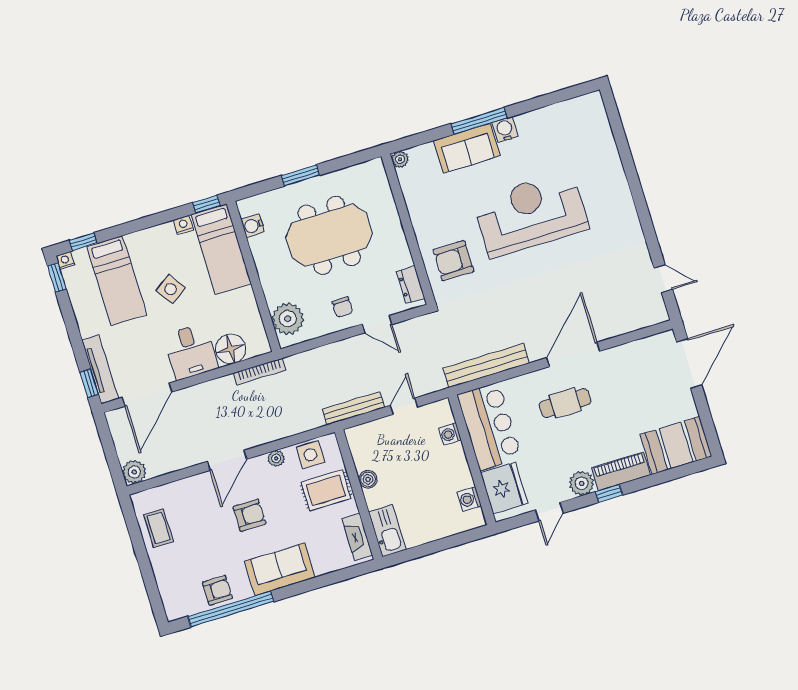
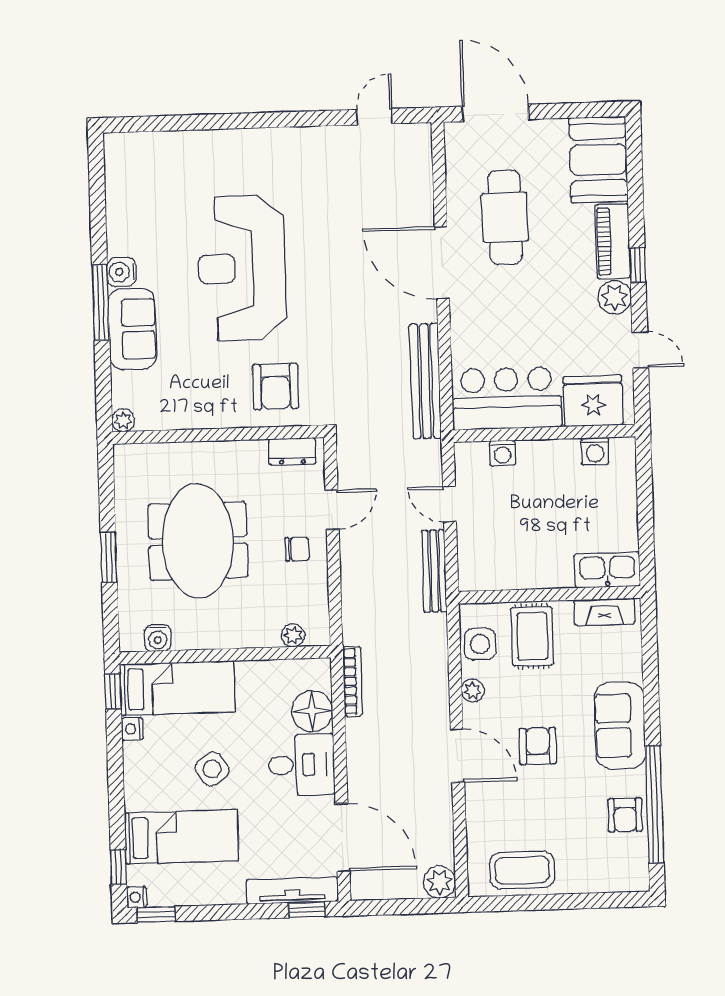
plant: (288, 319) -> (293, 635), width x0.53, depth x0.53
cafe table: (565, 403) -> (505, 217), moved, width x1.37, depth x1.35
boiler: (368, 479) -> (533, 577), removed
coffee table: (159, 528) -> (522, 870), width x1.36, depth x1.30
armchair: (217, 590) -> (625, 815), turned 180

